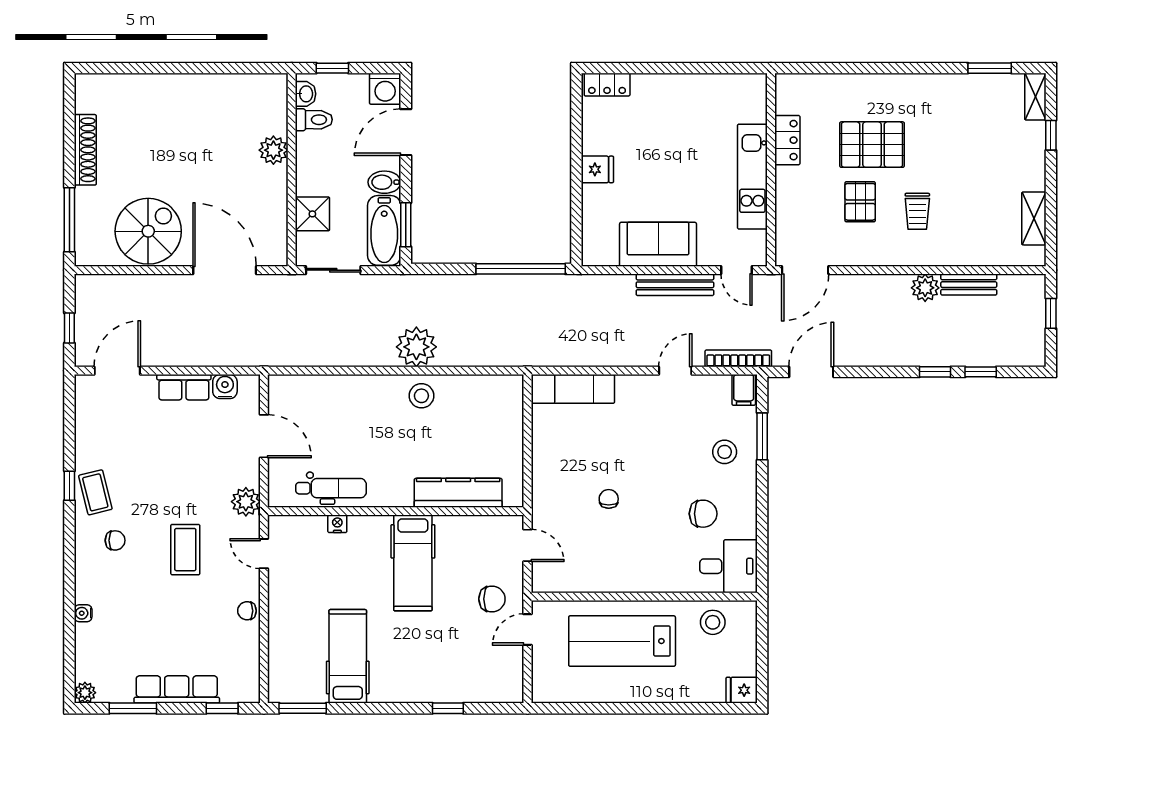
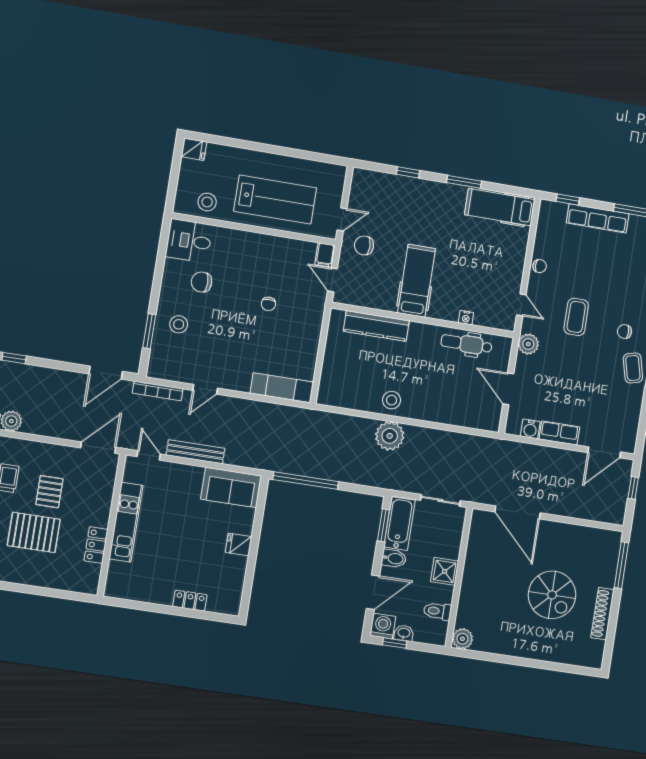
window: (332, 68) -> (395, 643), moved
locker: (607, 85) -> (190, 601), moved
washbasin: (305, 94) -> (404, 633), moved, turned 90
plant: (273, 150) -> (462, 639), moved
shower: (312, 214) -> (445, 571), moved
spiral stairs: (148, 231) -> (552, 595), moved, turned -90
sofa: (658, 244) -> (231, 487), moved
filing cabinet: (744, 390) -> (325, 255), moved, turned 180
hospital bed: (348, 656) -> (500, 207), moved, turned 90
window: (303, 708) -> (464, 182), moved

